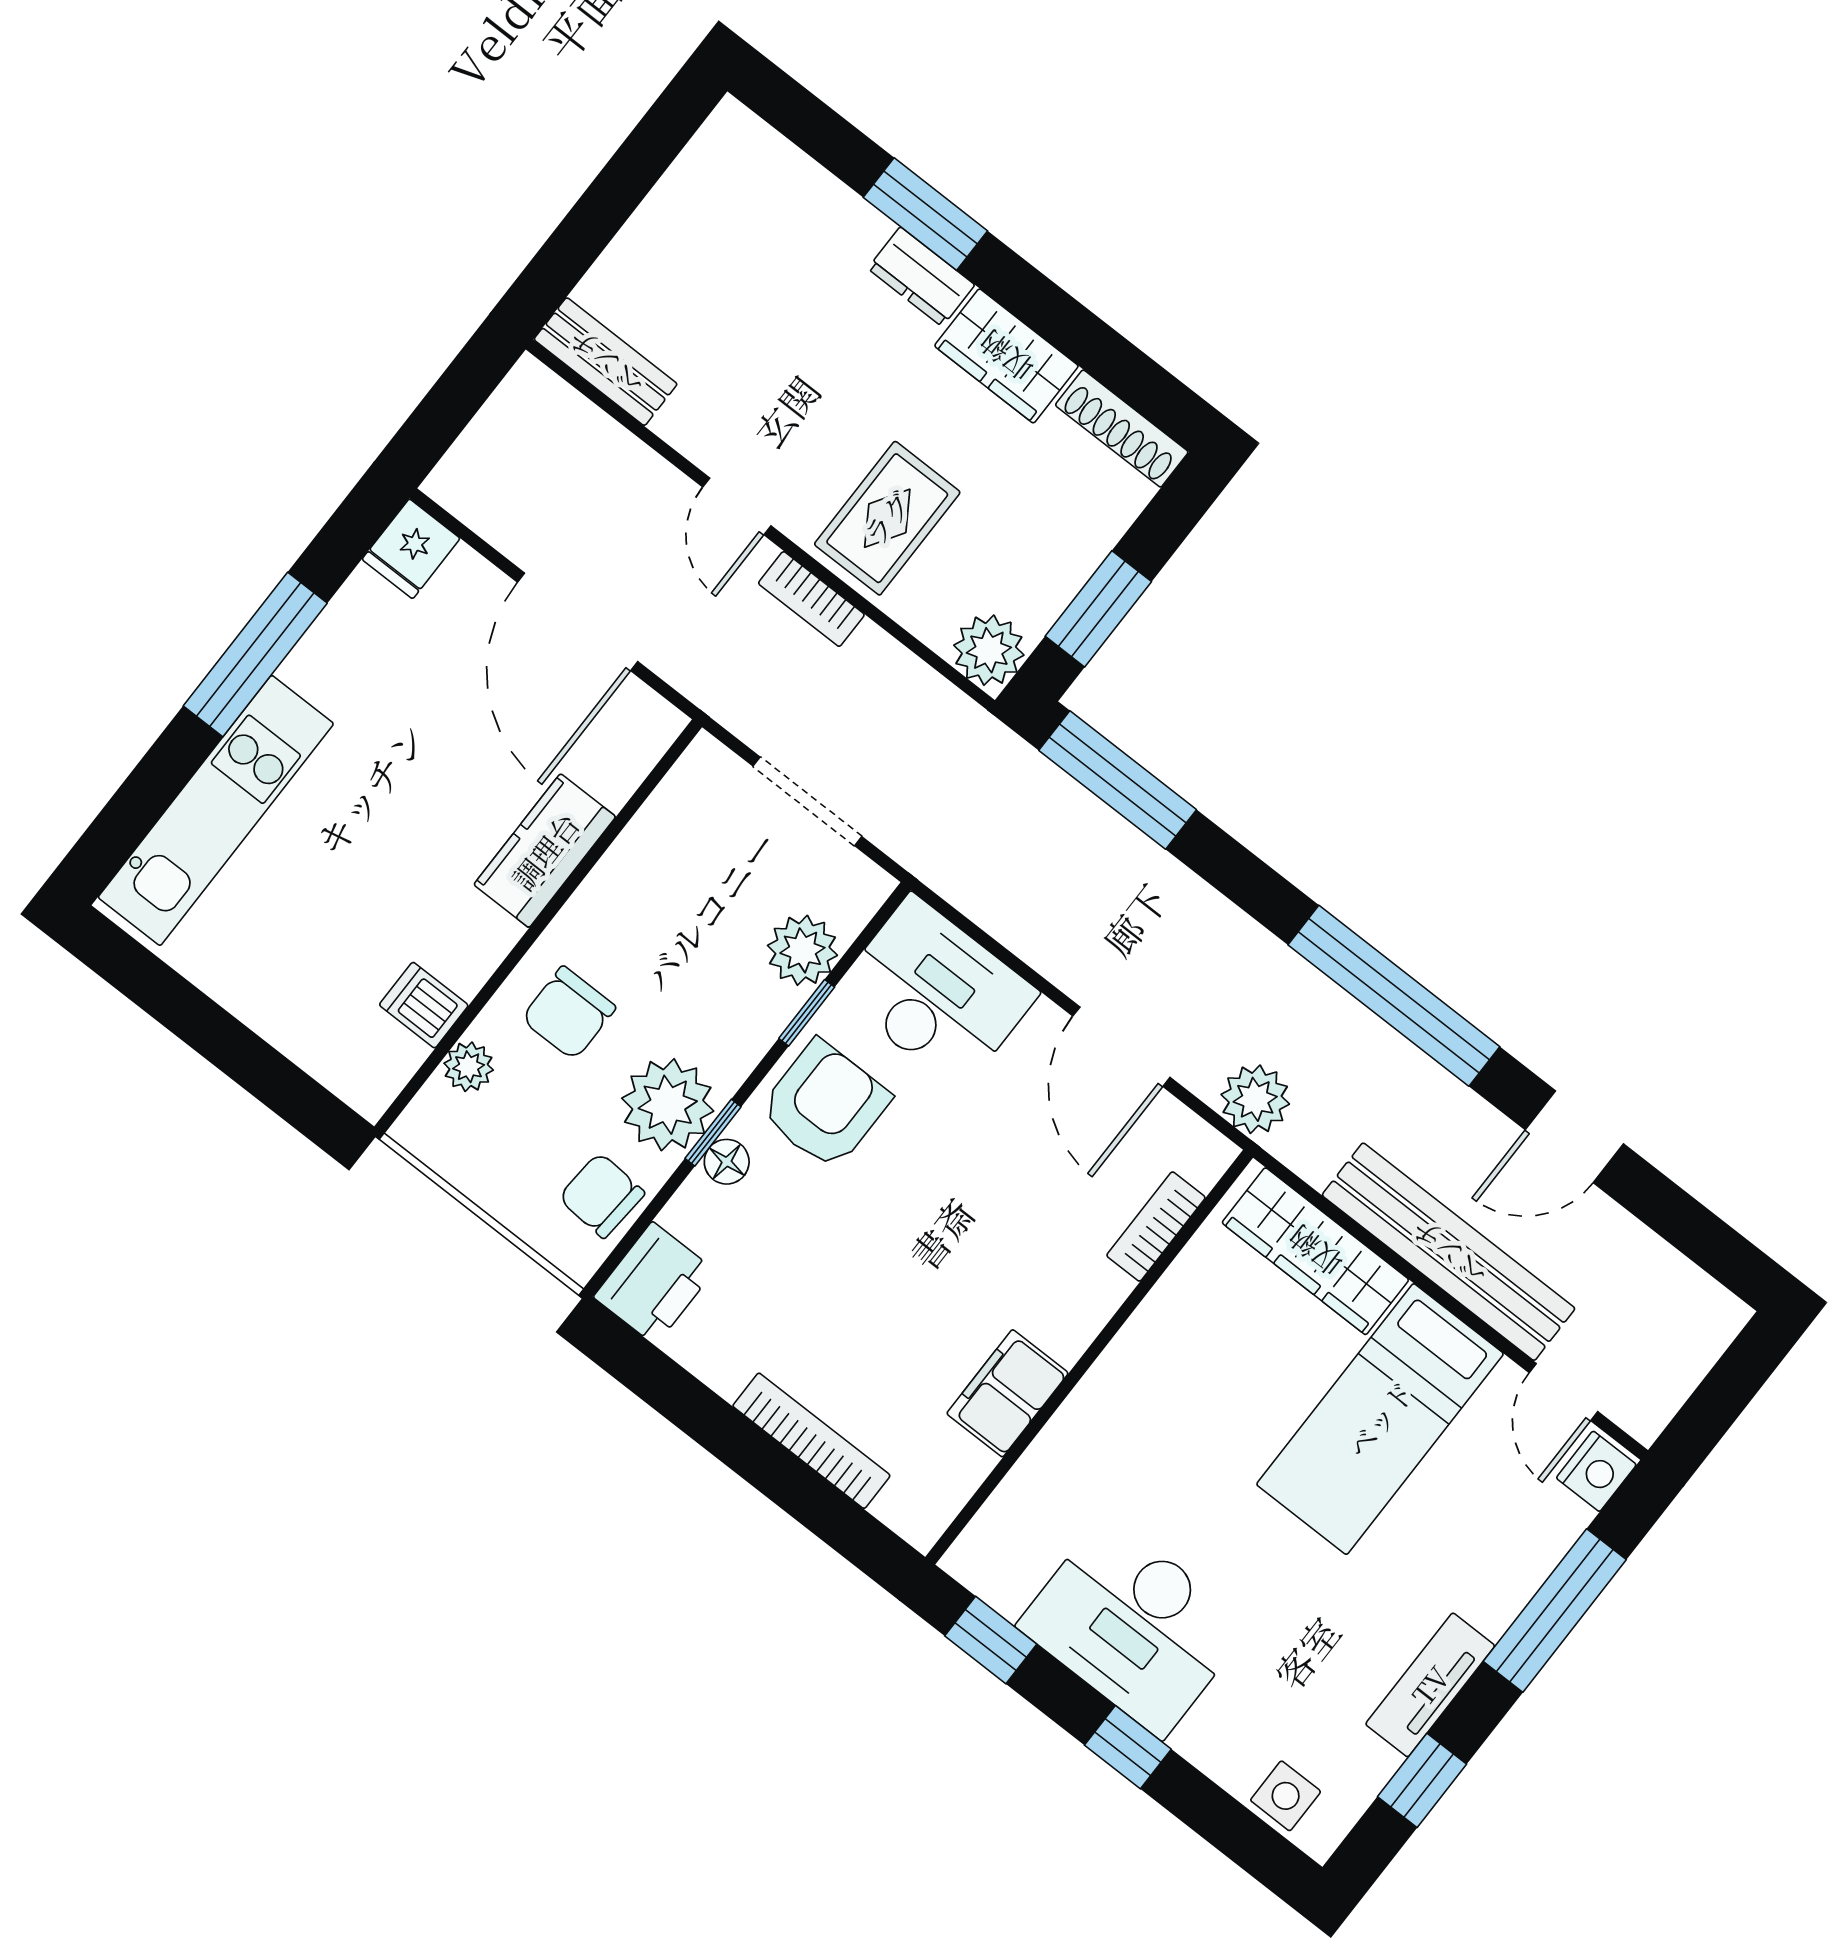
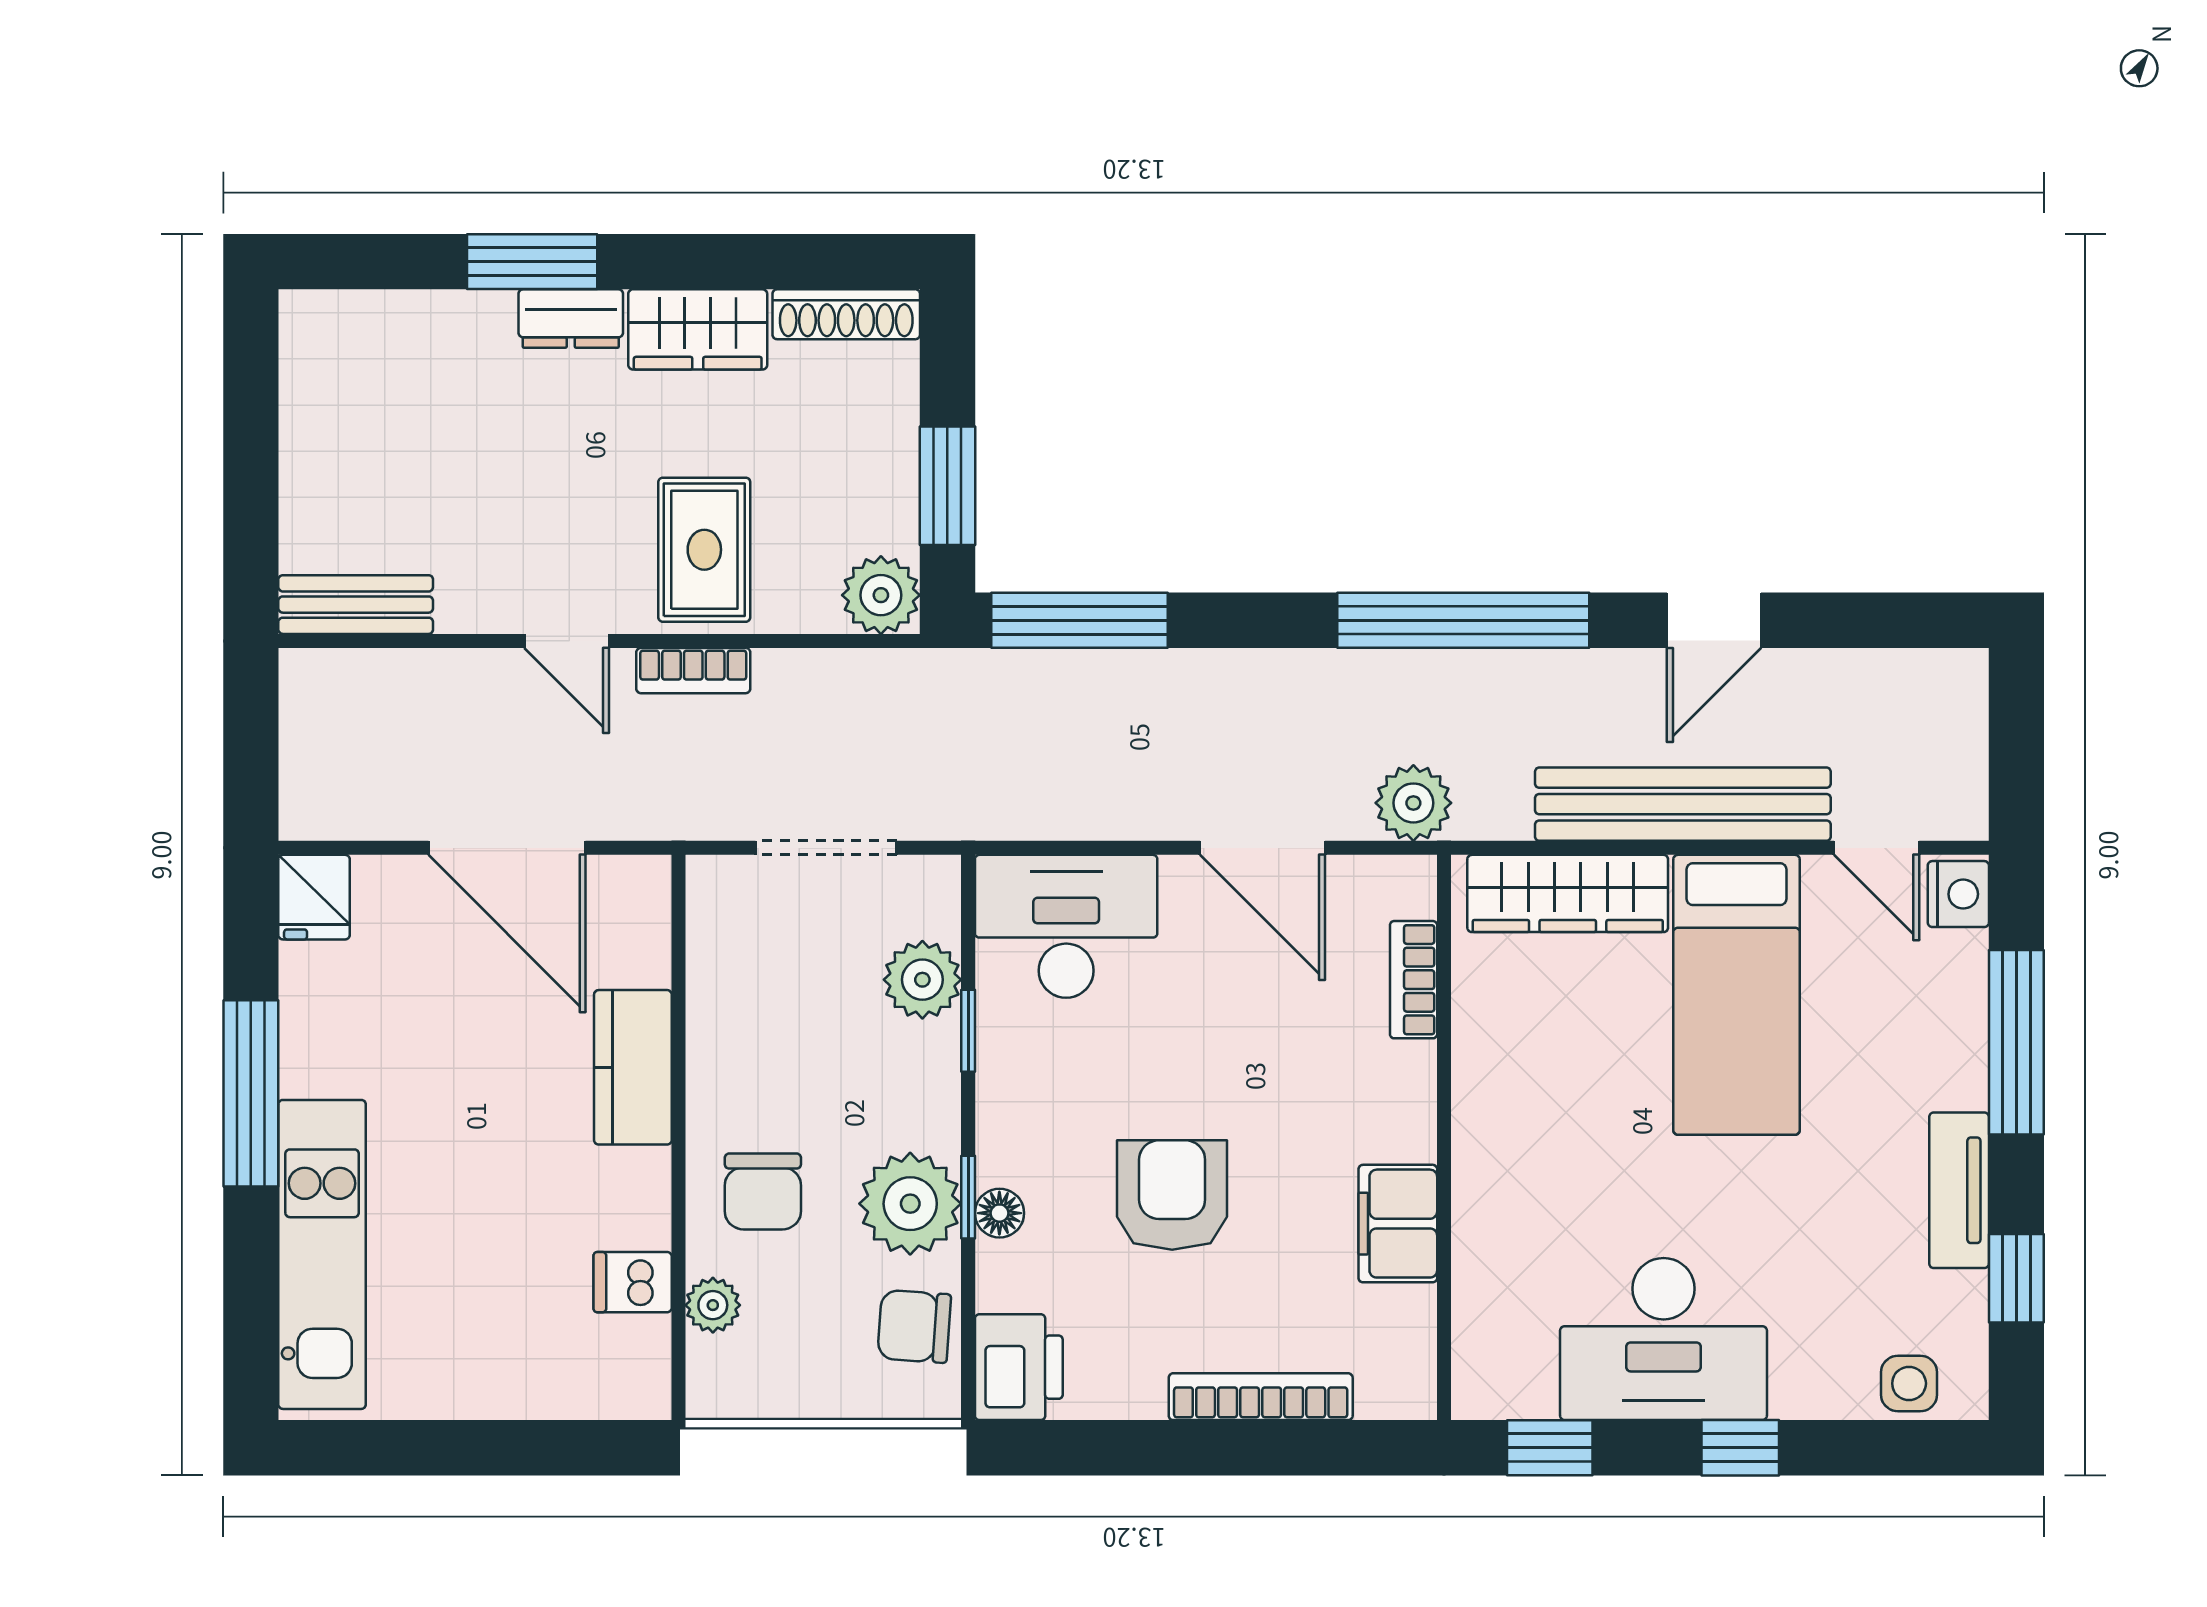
armchair: (825, 1105) -> (1172, 1195), moved

